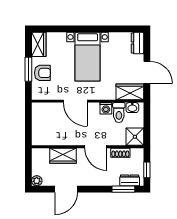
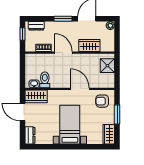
armchair: (42, 73) -> (102, 101), moved
washing machine: (106, 108) -> (55, 83), removed
shower: (135, 137) -> (107, 66), moved
window: (123, 189) -> (63, 19), moved

